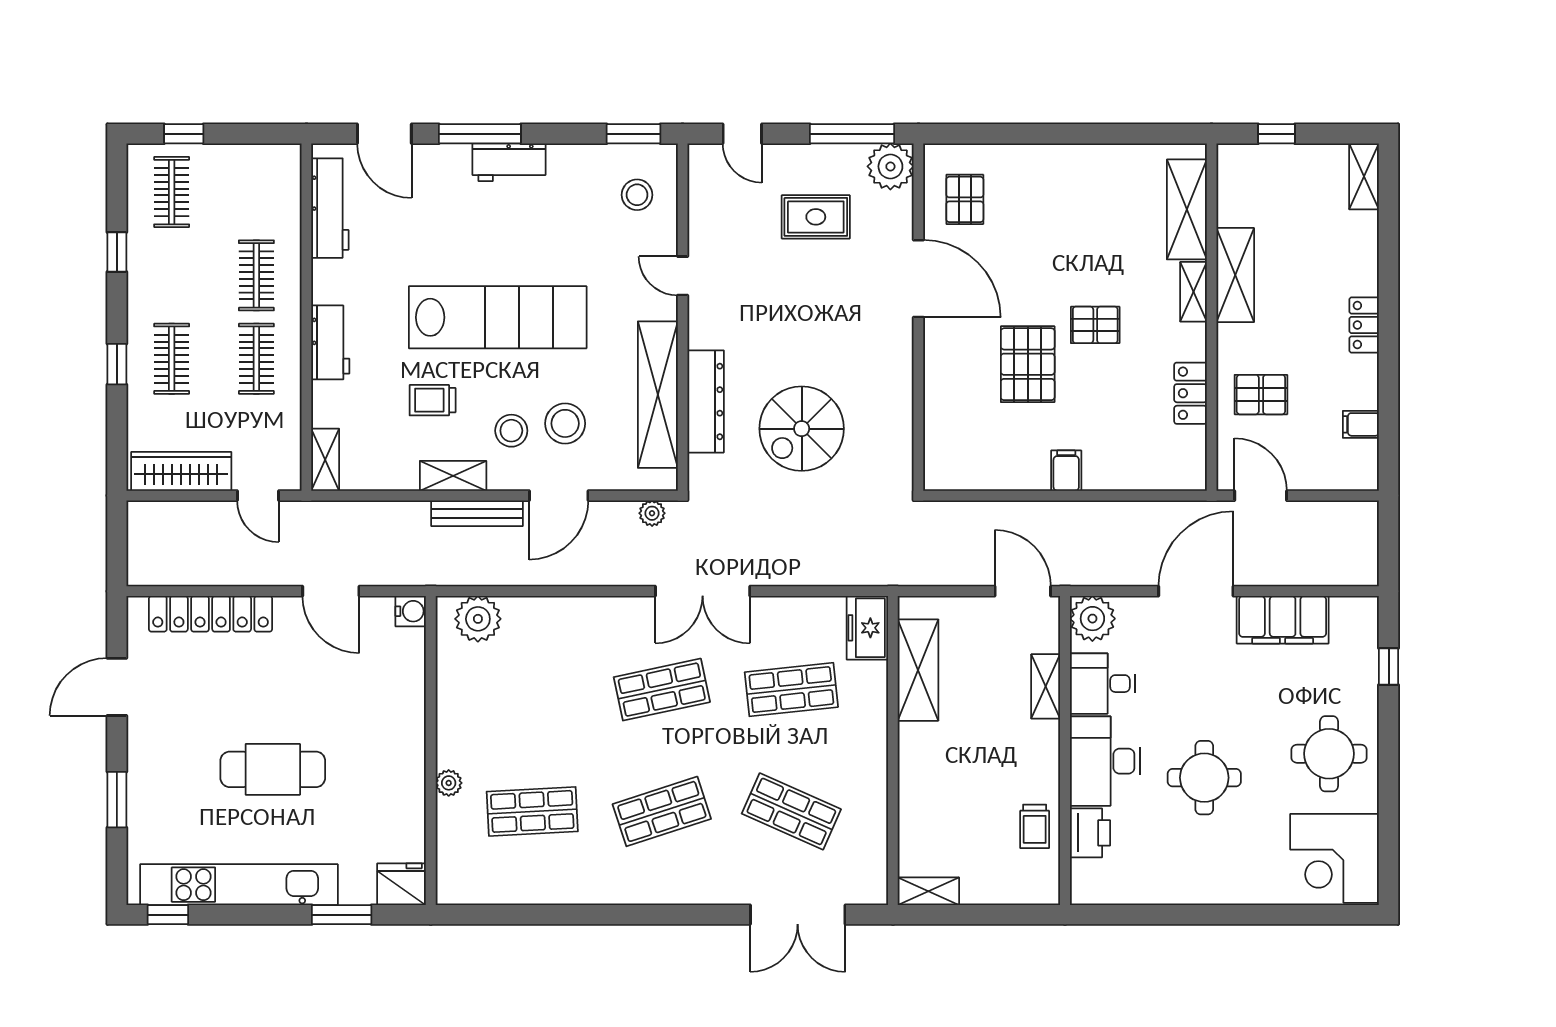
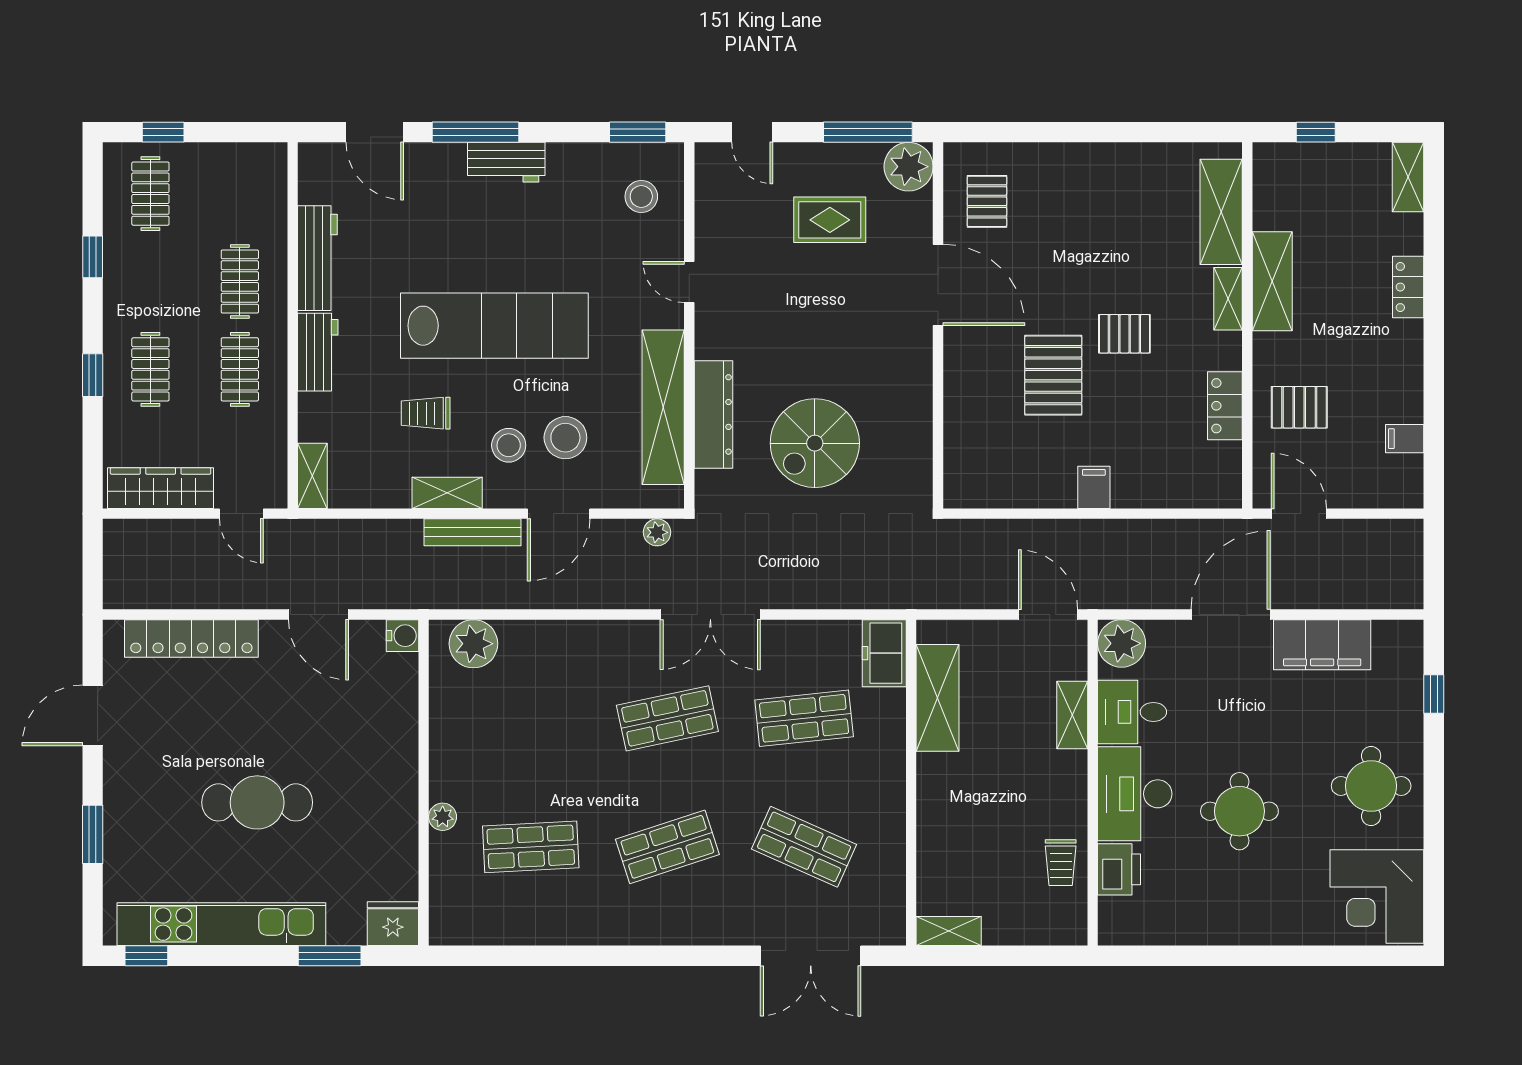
workbench: (330, 208) -> (317, 258), moved
locker: (1364, 325) -> (1408, 287), moved

